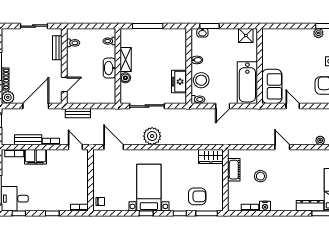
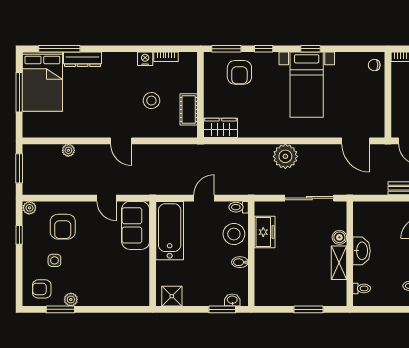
window: (148, 26) -> (308, 309), width x0.69
plant: (152, 136) -> (285, 156), moved
armchair: (197, 196) -> (239, 72), turned -90

